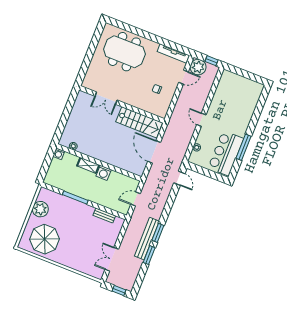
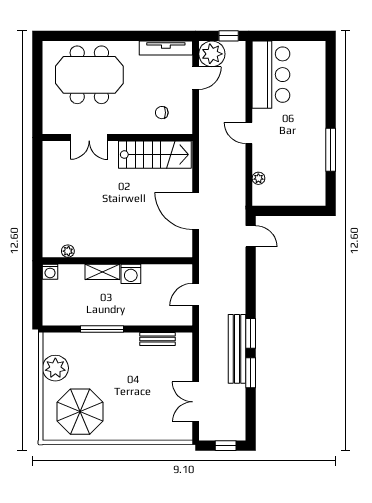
double door: (106, 98) -> (89, 137), moved
wall: (122, 104) -> (117, 137), moved
stairs: (139, 122) -> (155, 155), moved
bar counter: (226, 153) -> (271, 75), moved, turned 180

